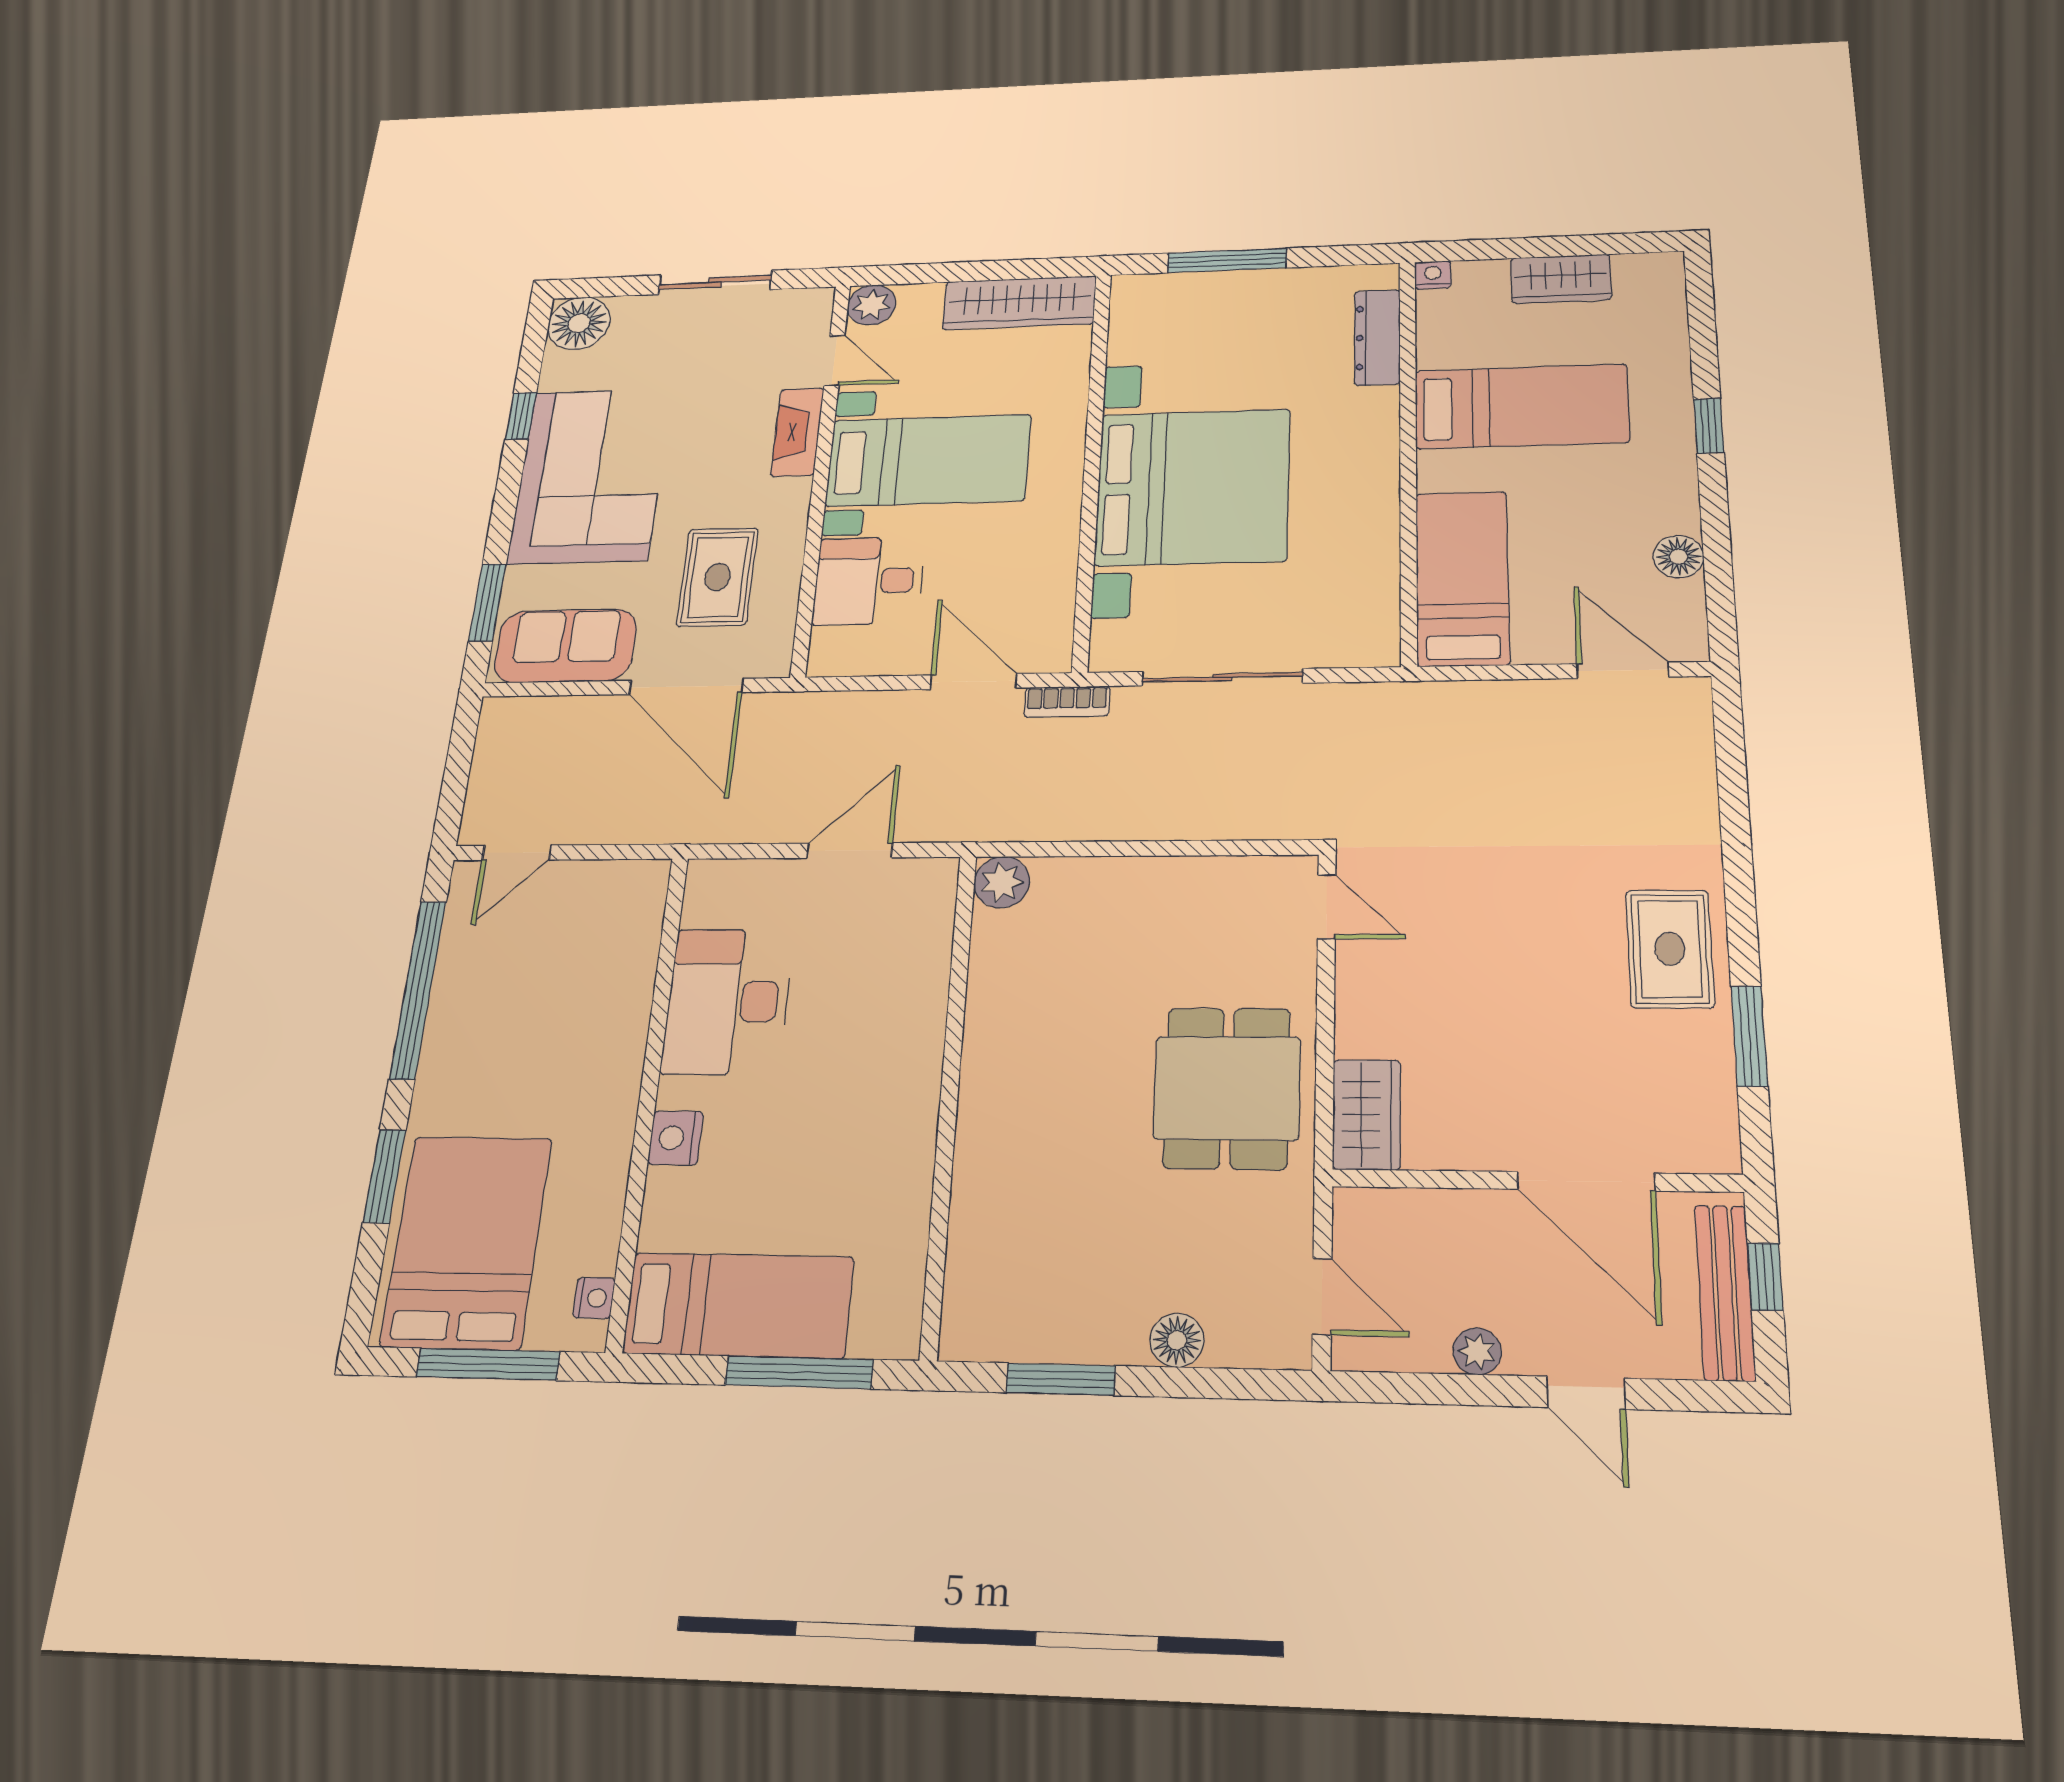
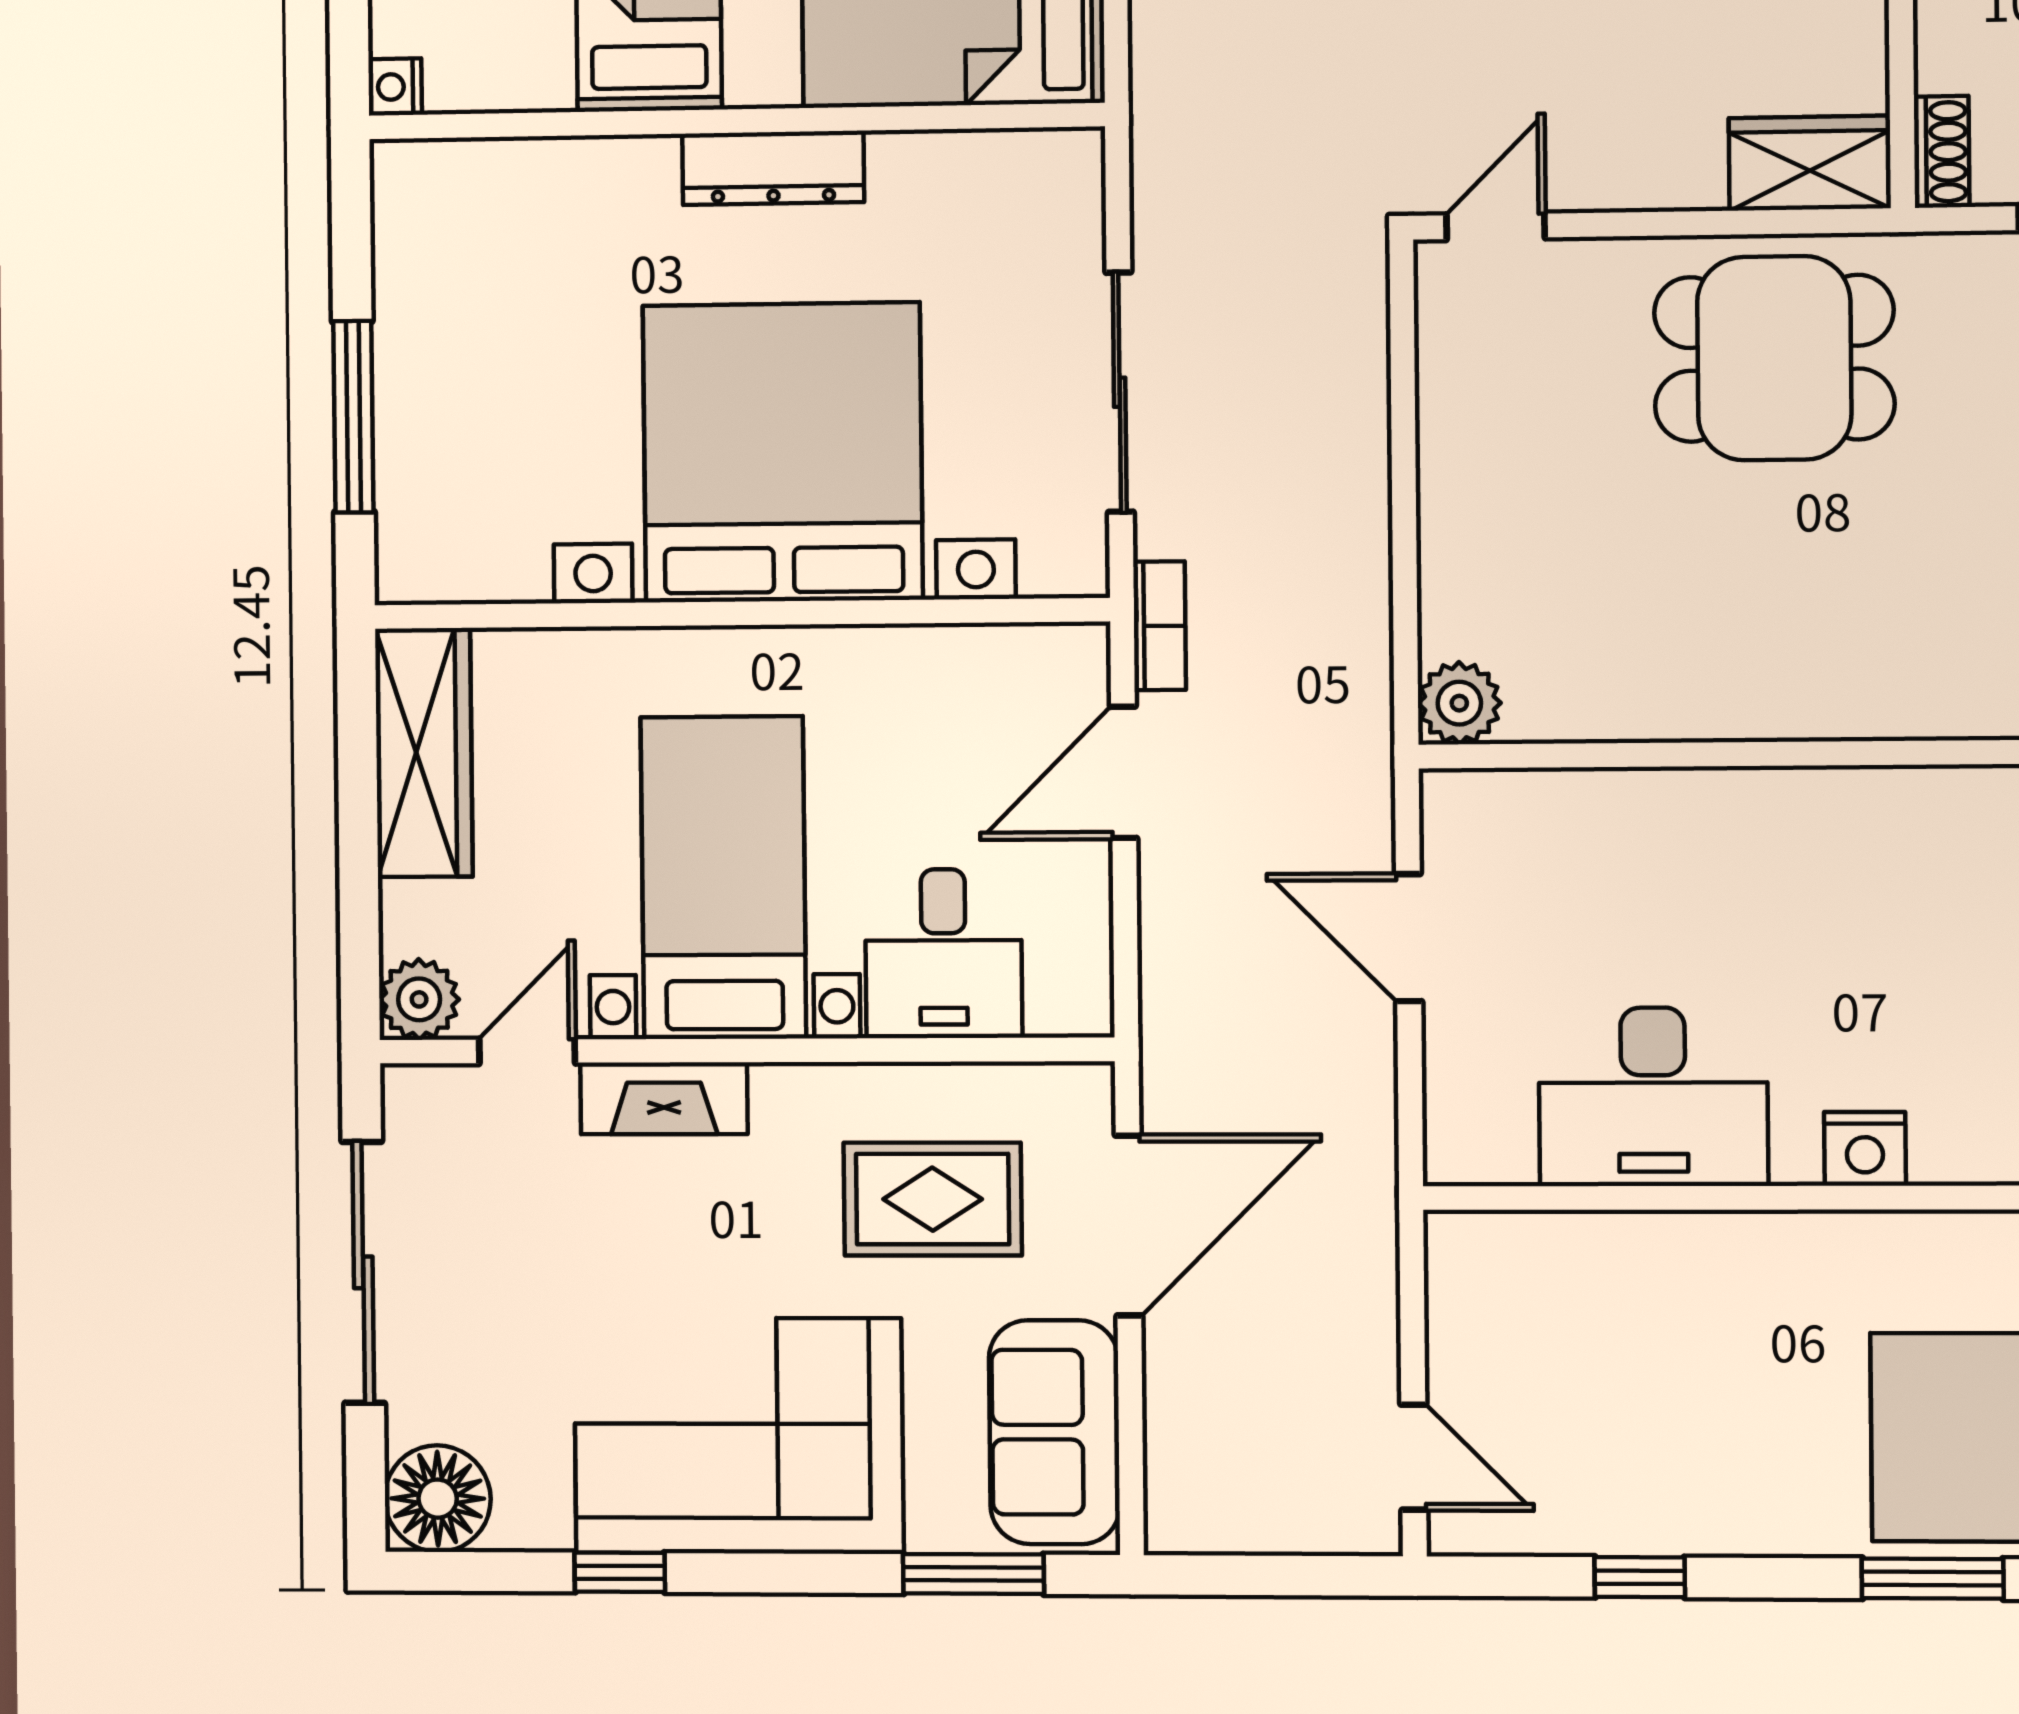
sliding door: (715, 282) -> (363, 1272), width x1.37
dresser: (1377, 337) -> (773, 168), moved
window: (418, 989) -> (1640, 1577), width x0.32
shoe rack: (1373, 1206) -> (1942, 152), added

